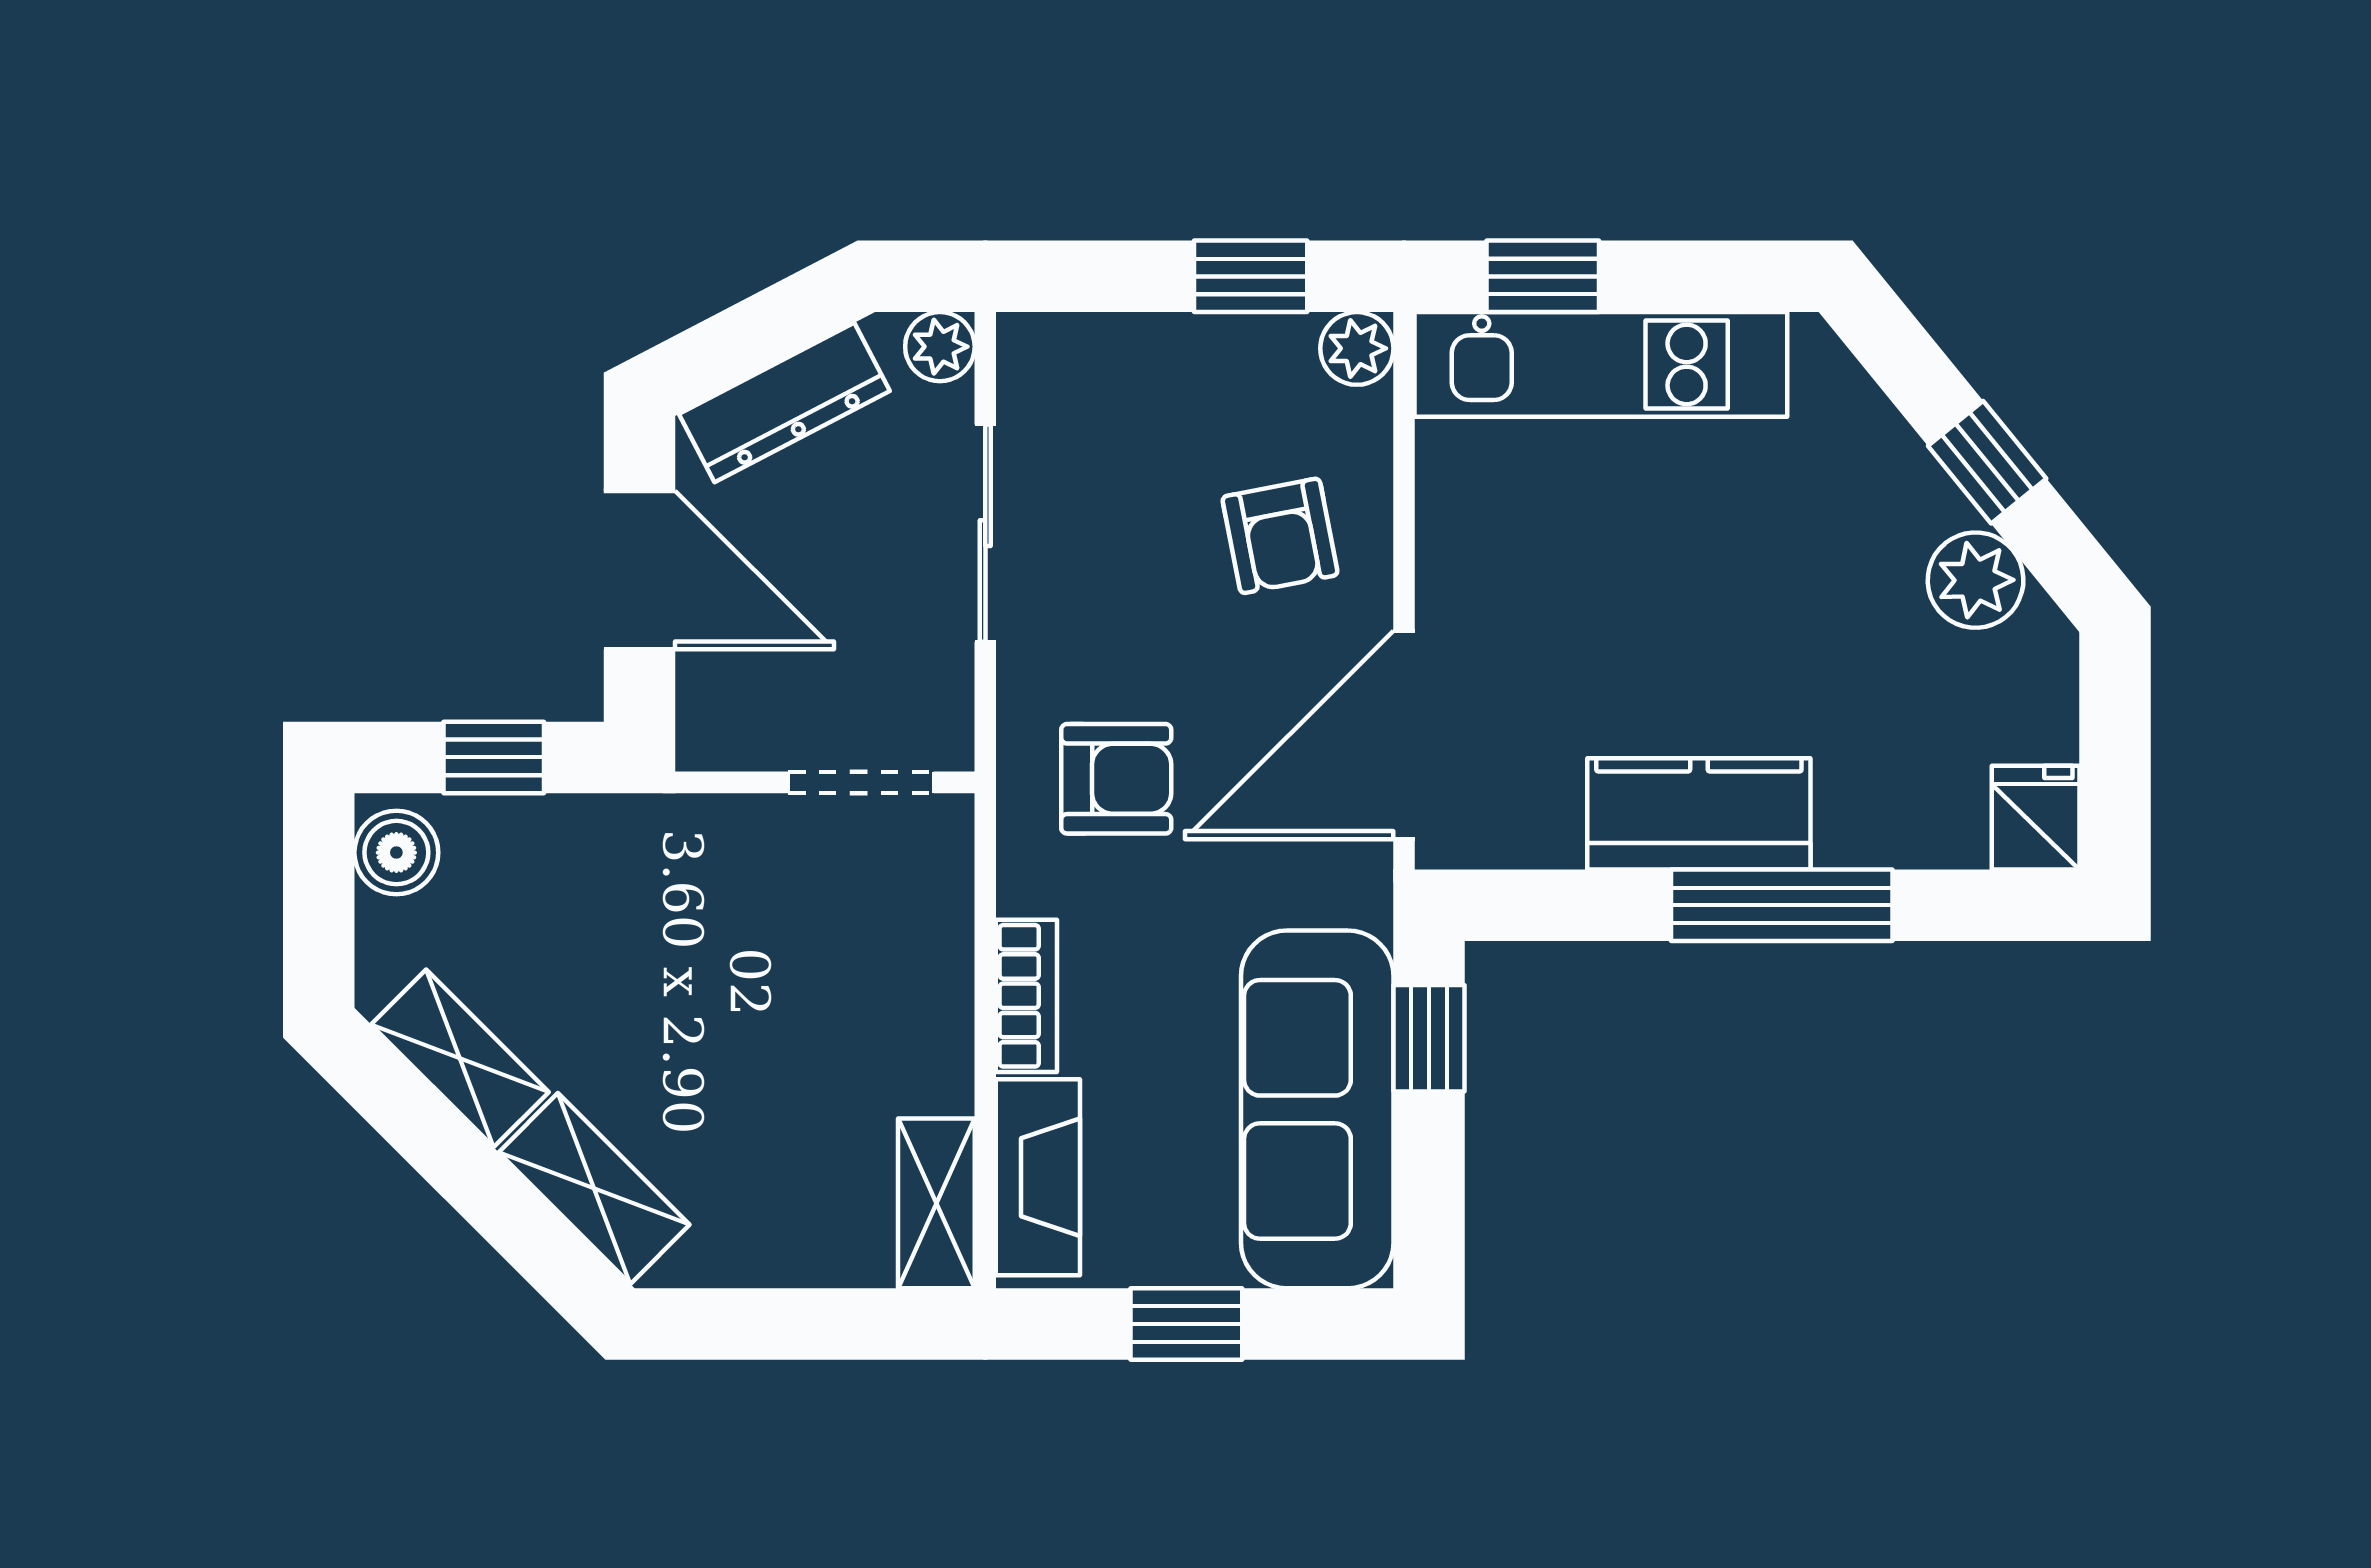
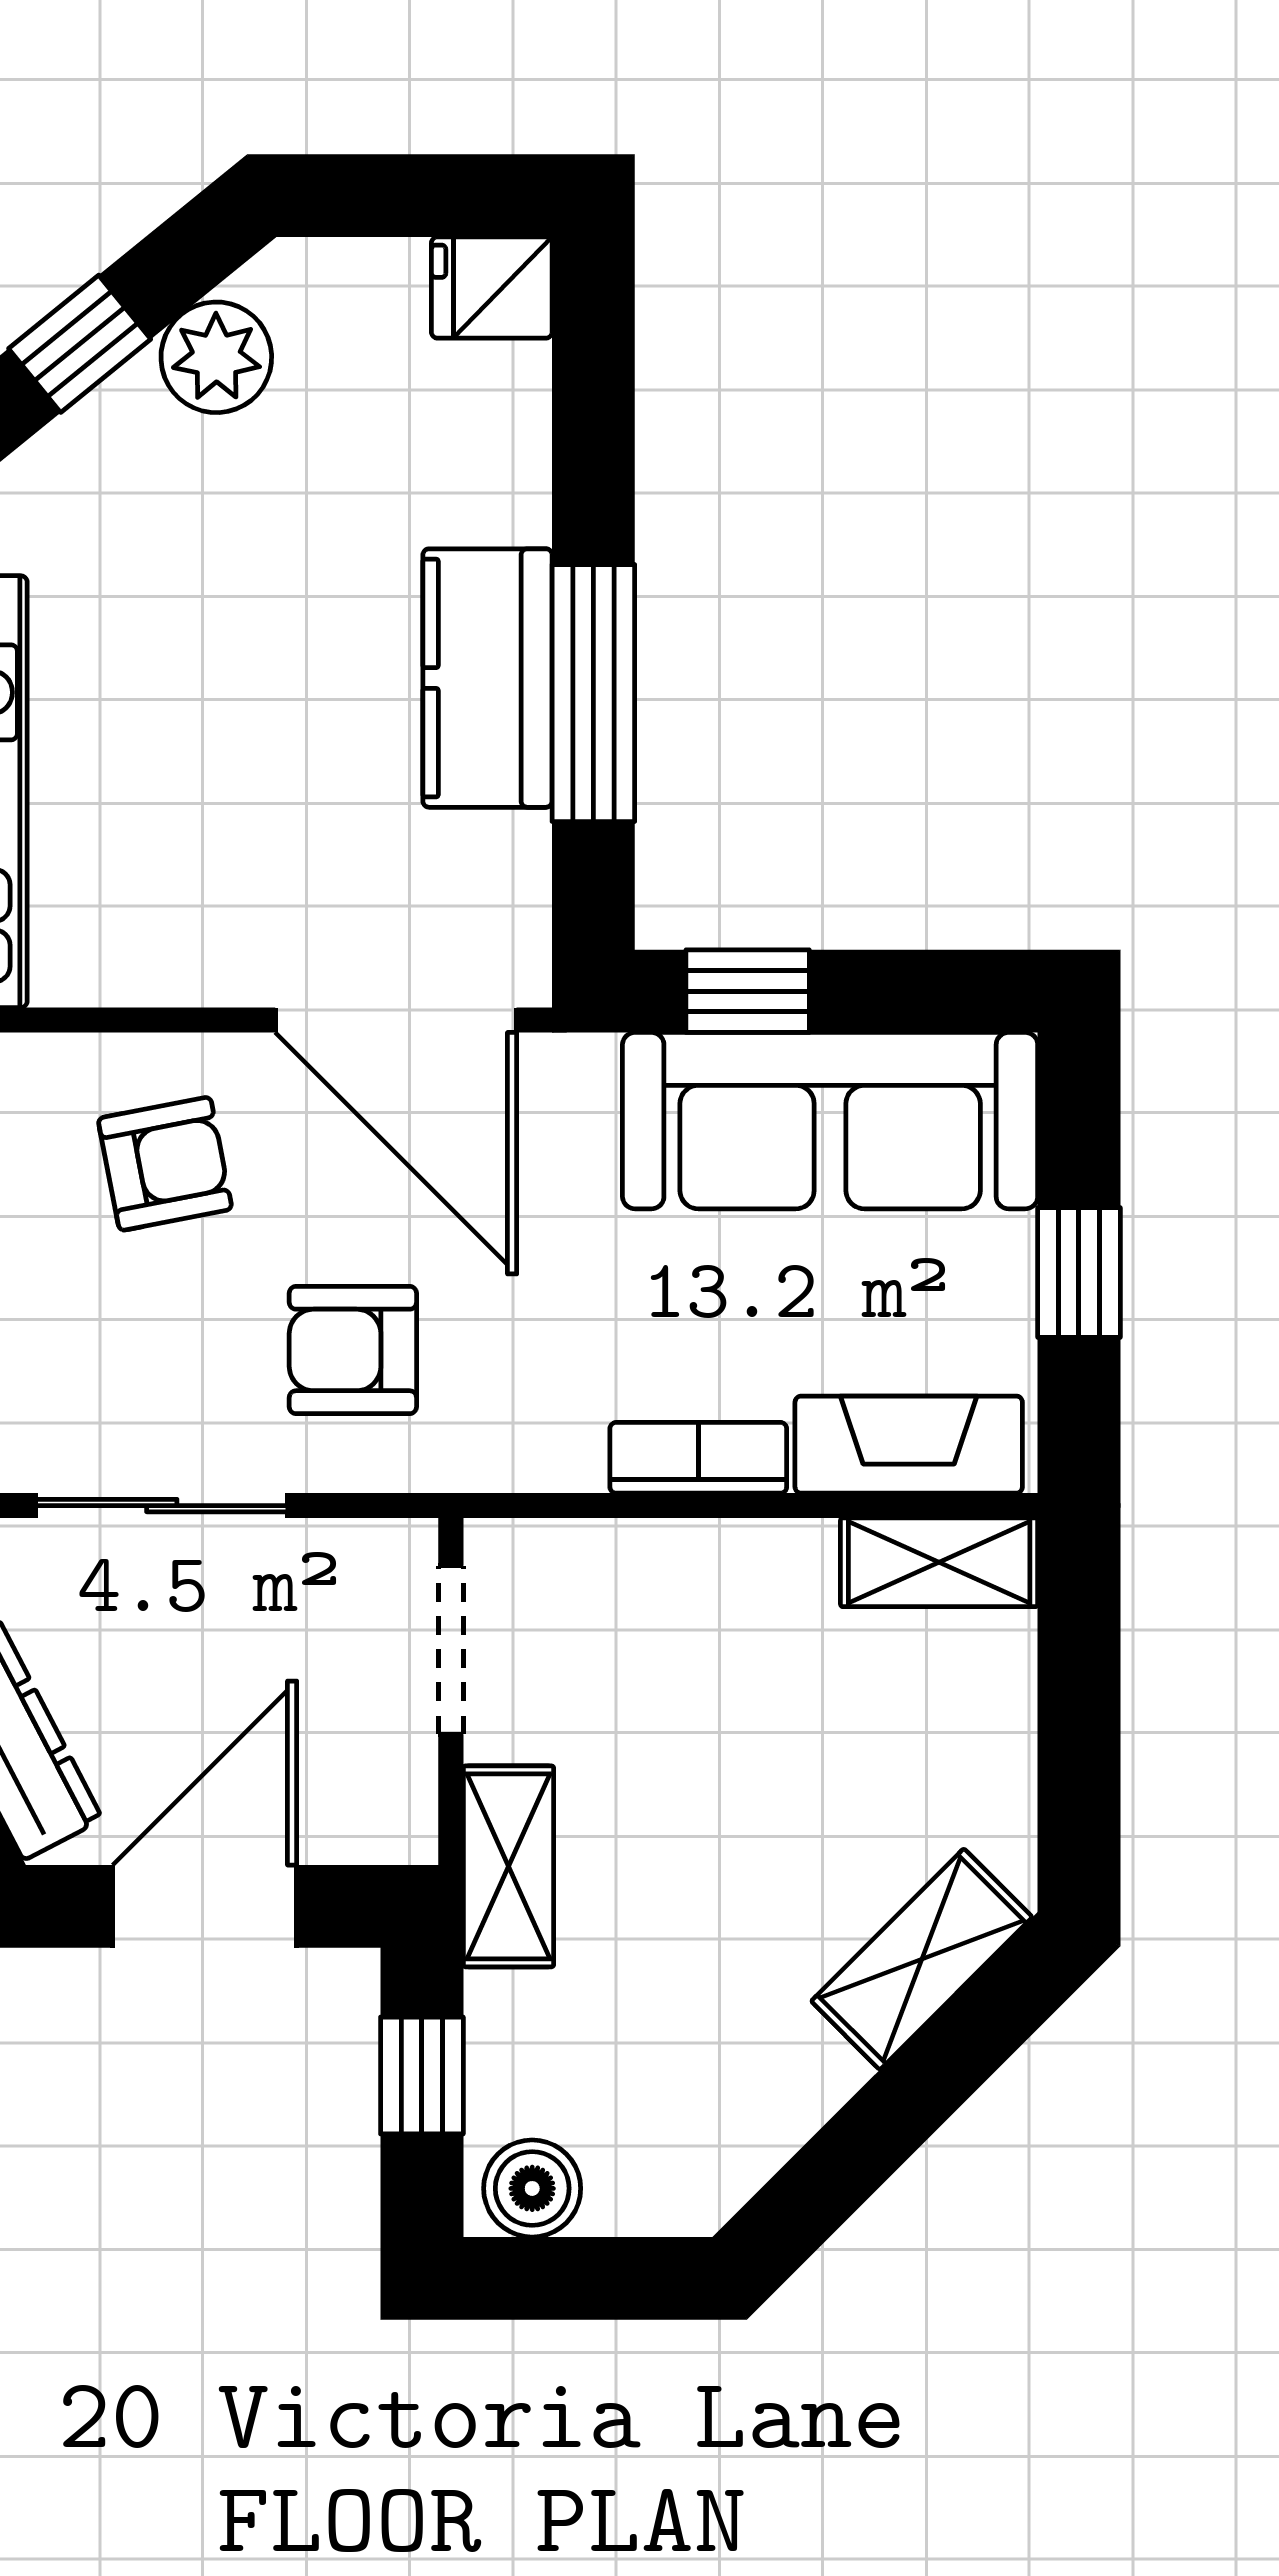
armchair: (1116, 779) -> (353, 1350), moved, turned -90
window: (1782, 905) -> (593, 693), moved
shelving: (460, 1058) -> (508, 1866), moved, turned -45

